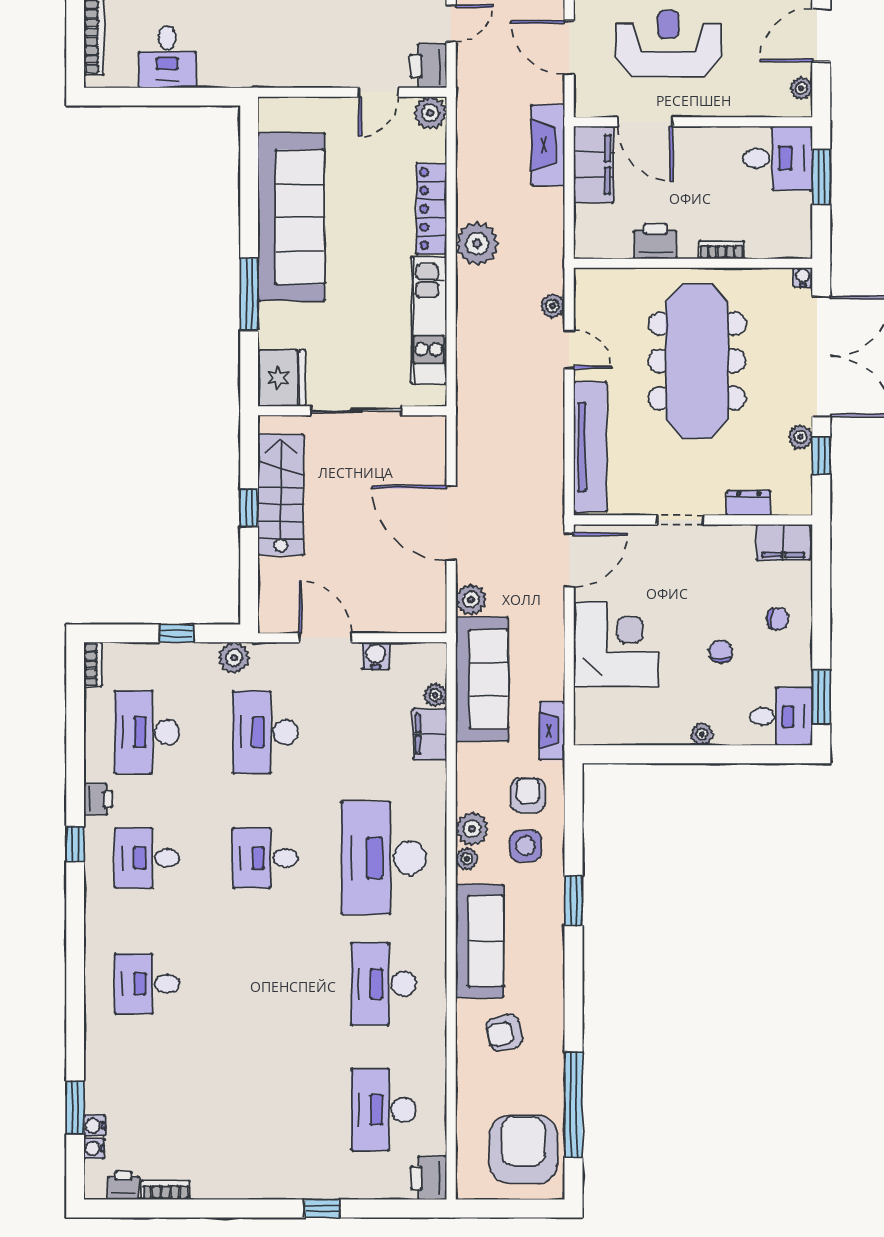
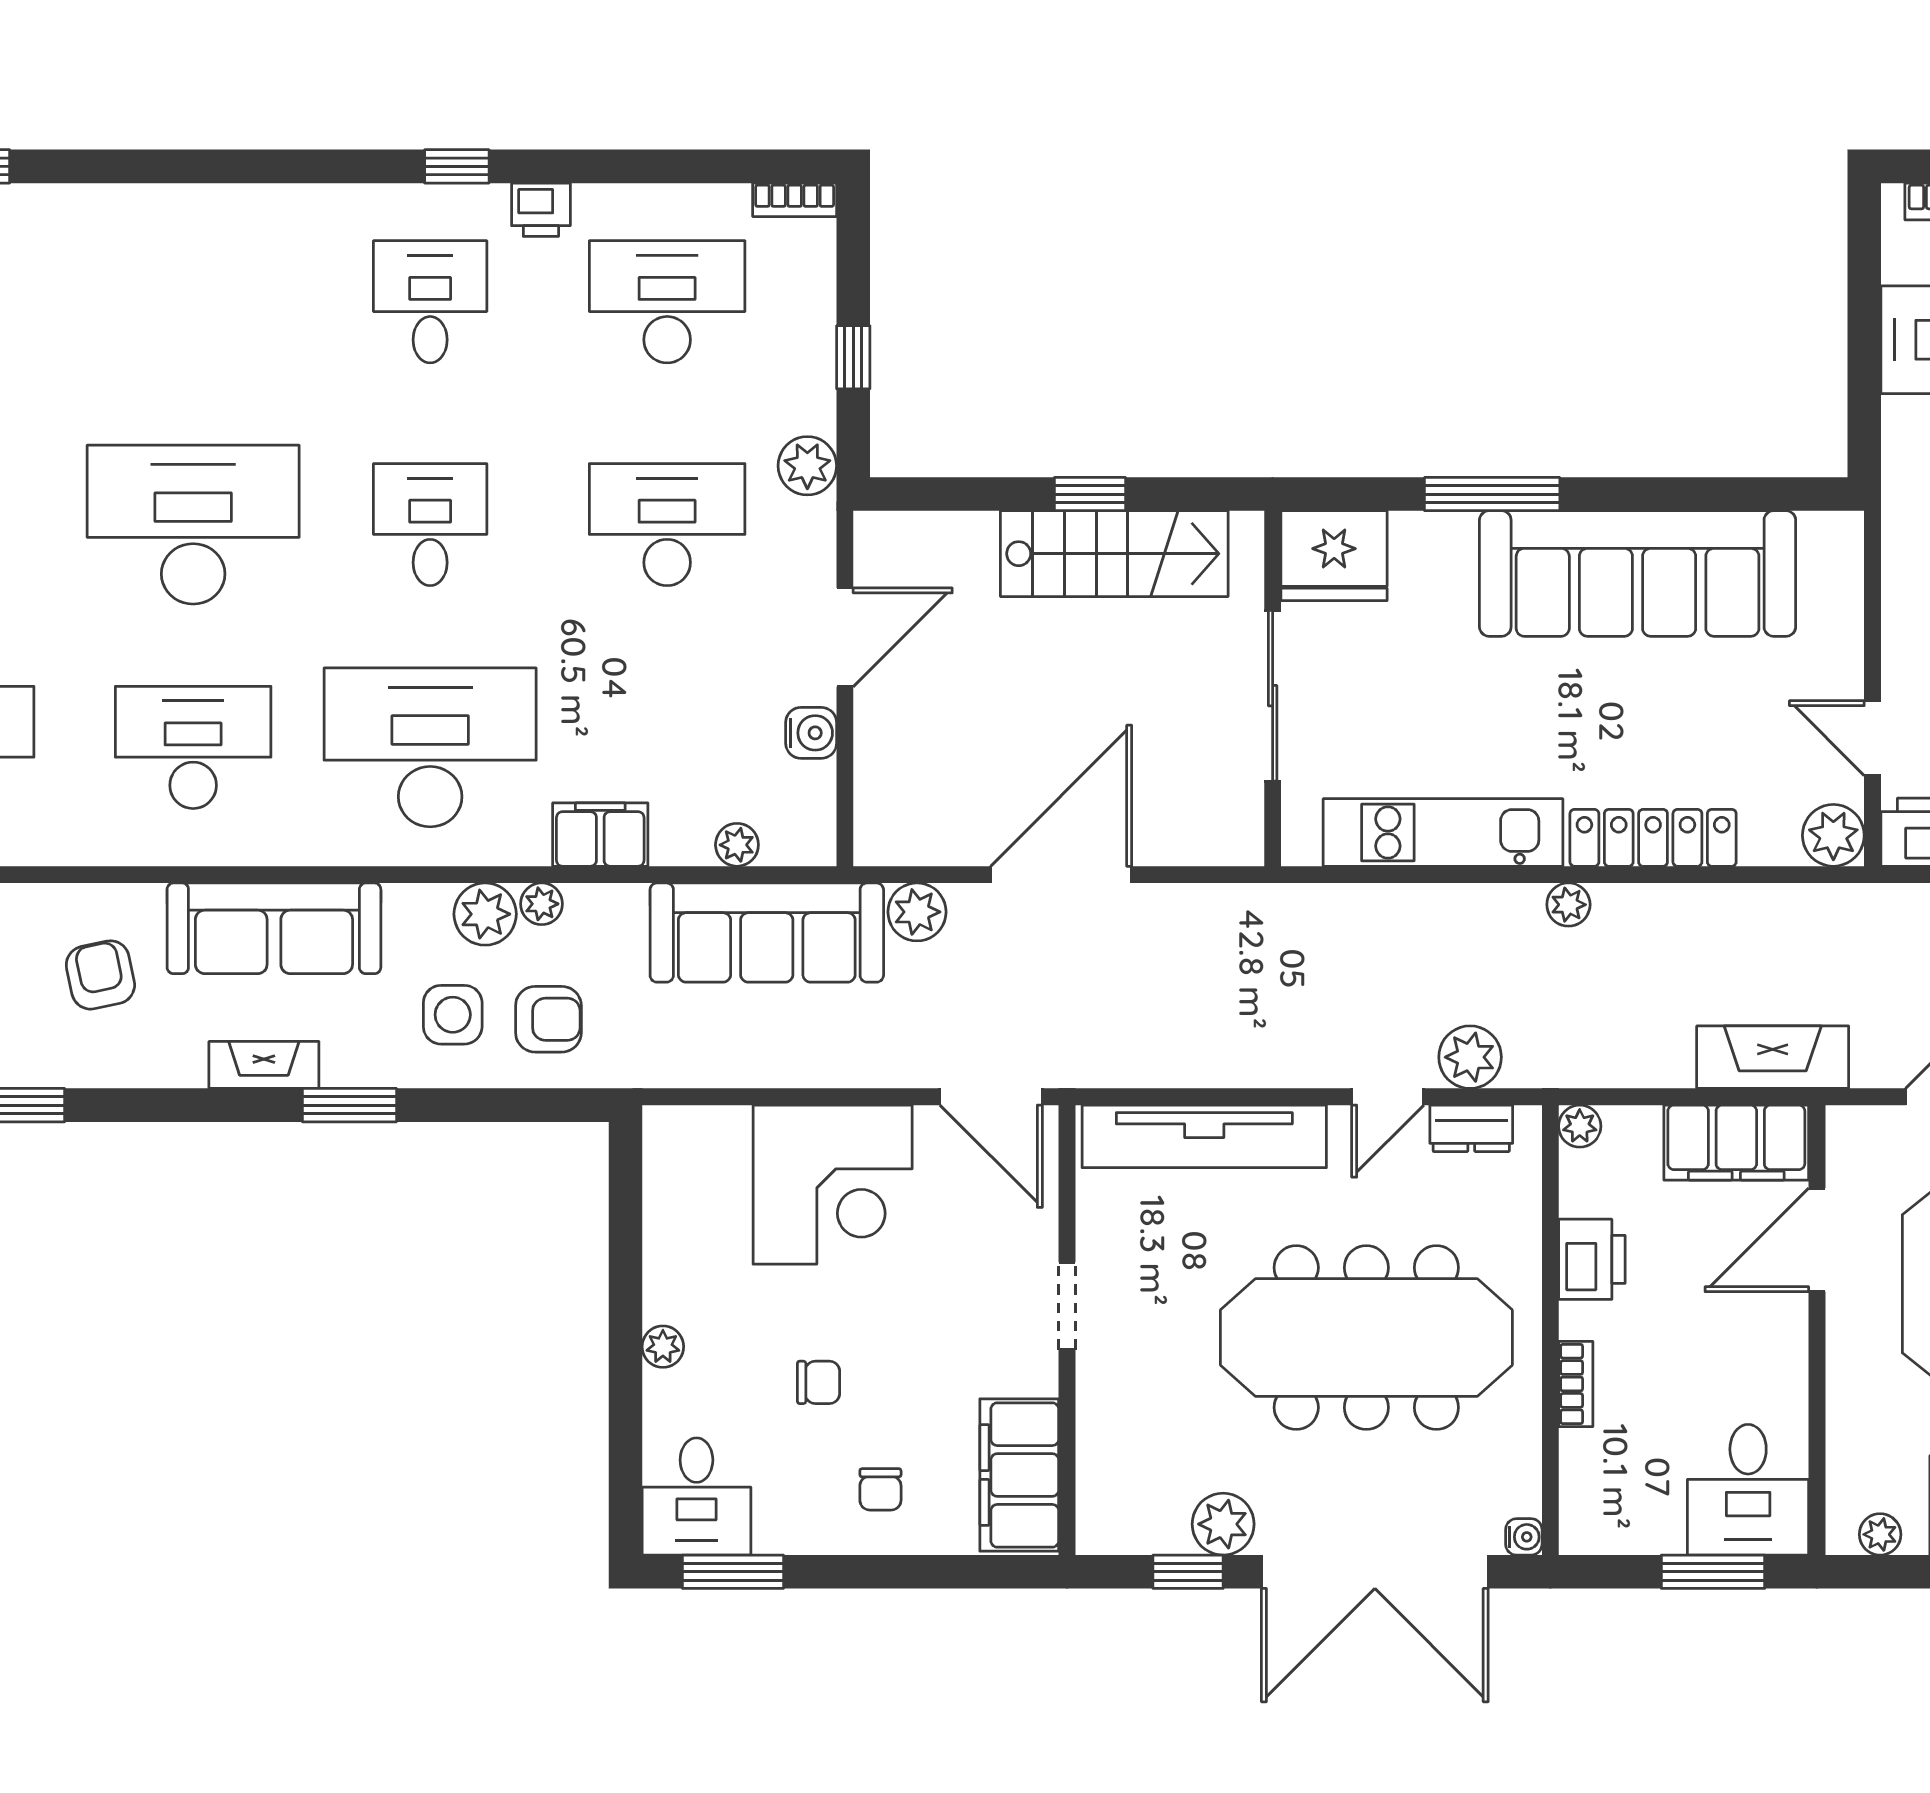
plant: (477, 244) -> (1568, 905), width x0.53, depth x0.53
plant: (585, 248) -> (1580, 1126), added
plant: (553, 306) -> (1470, 1057), width x1.38, depth x1.38
plant: (800, 437) -> (1223, 1524), width x1.38, depth x1.38
dresser: (749, 503) -> (1471, 1128), moved, turned 90
filing cabinet: (783, 542) -> (1019, 1475), width x1.50, depth x1.17
fireplace: (552, 731) -> (264, 1065), moved
filing cabinet: (430, 734) -> (600, 835), moved
plant: (467, 859) -> (542, 904), moved
desk: (147, 984) -> (193, 525), moved, width x1.87, depth x1.30

